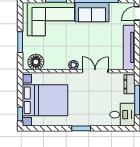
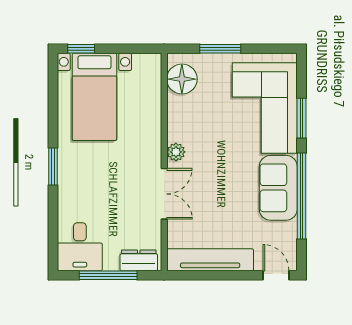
bed with nightstands: (45, 100) -> (94, 97), width x0.73

